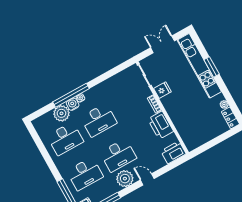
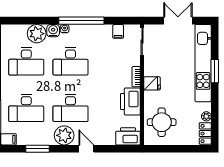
filing cabinet: (122, 77) -> (118, 31), added
fridge: (162, 90) -> (152, 83), moved
window: (71, 95) -> (81, 21), moved
round table: (193, 128) -> (162, 122), added

